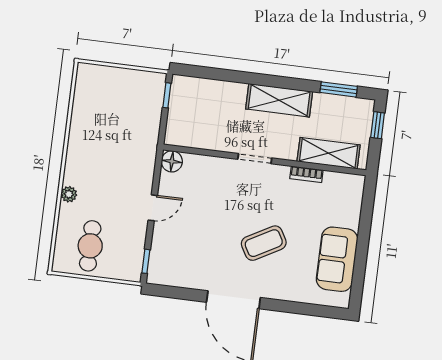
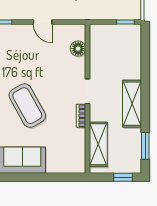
floor lamp: (172, 161) -> (78, 49), moved
bookcase: (306, 174) -> (81, 116), moved
coffee table: (264, 243) -> (27, 106), width x1.36, depth x1.32

